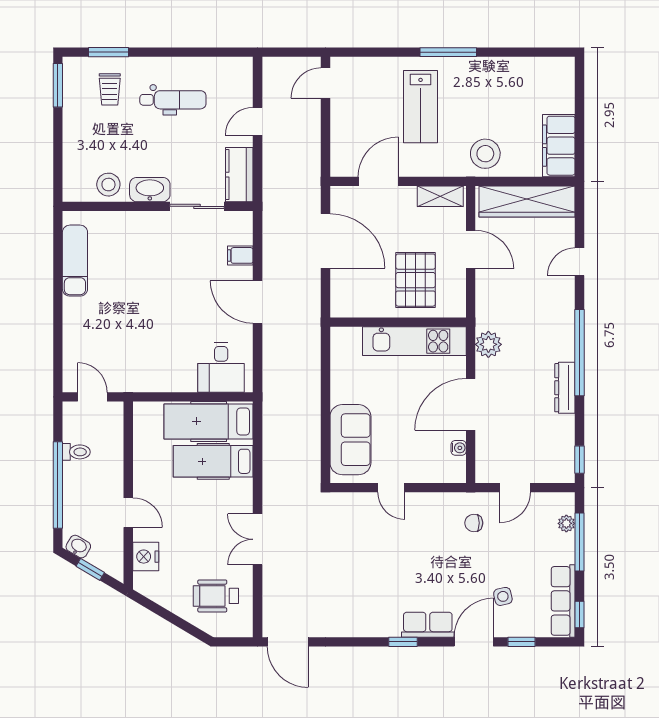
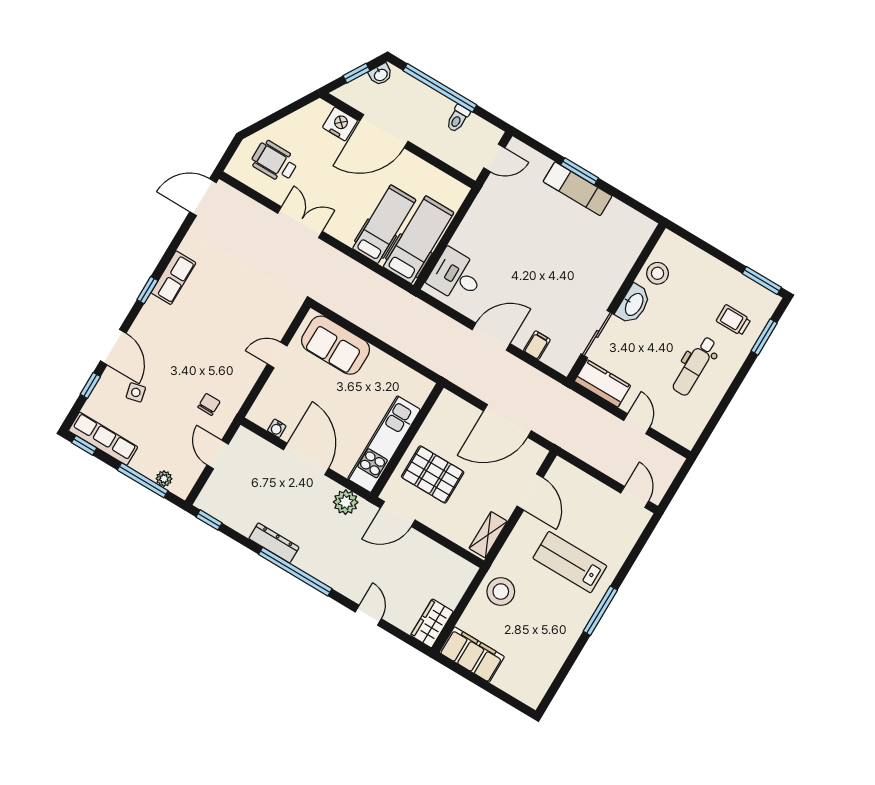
wardrobe: (527, 202) -> (432, 623), width x0.48, depth x0.85
door: (471, 249) -> (398, 514), moved
exam couch: (75, 261) -> (578, 189), moved
window: (58, 312) -> (580, 171), added
door: (128, 513) -> (384, 131), width x1.88
wheelchair: (216, 596) -> (275, 162), turned -90
row of seats: (428, 625) -> (173, 278), moved

